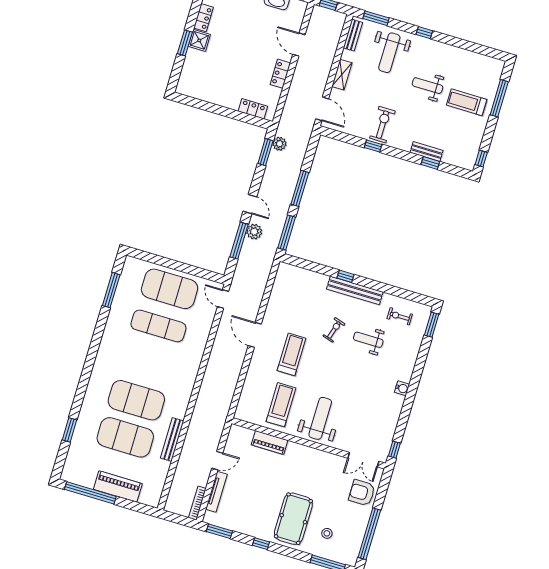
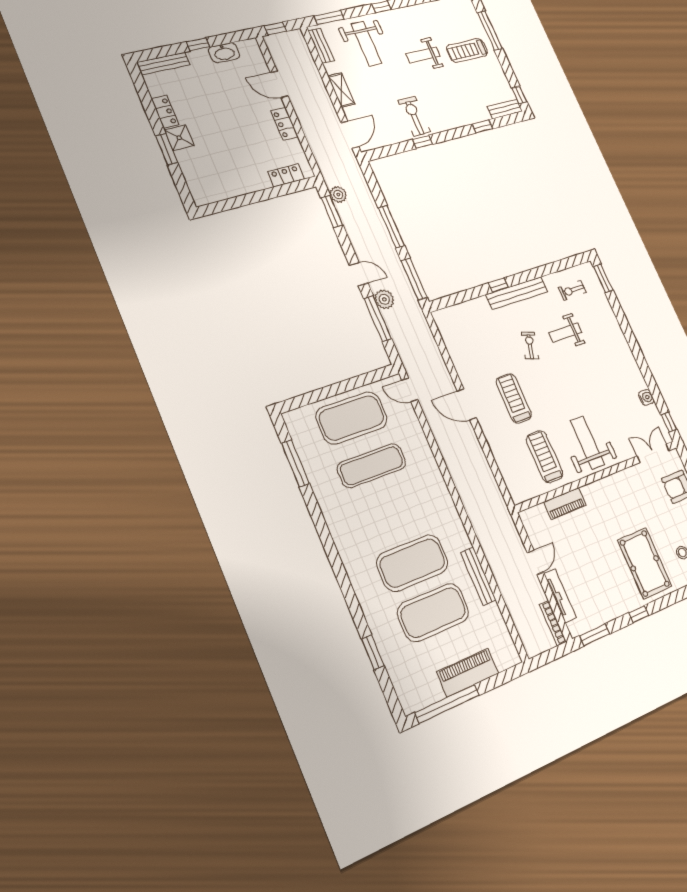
door: (322, 109) -> (350, 135), hinge flipped
bench: (427, 151) -> (505, 109), moved
water cooler: (402, 388) -> (646, 397), moved
double door: (363, 460) -> (653, 453), swing flipped

